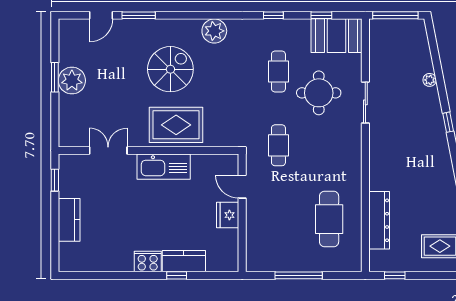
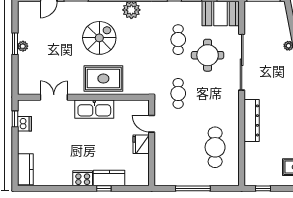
plant: (72, 81) -> (23, 46), width x0.53, depth x0.53
sliding door: (365, 102) -> (242, 62), width x1.86
dishwasher: (68, 187) -> (24, 124), added
kitchen counter: (69, 220) -> (25, 169), moved
dresser: (379, 220) -> (252, 120), moved

